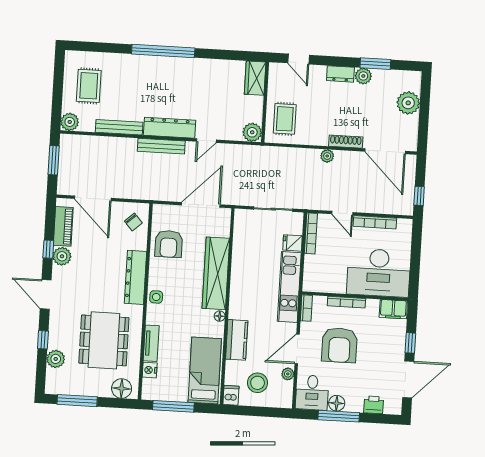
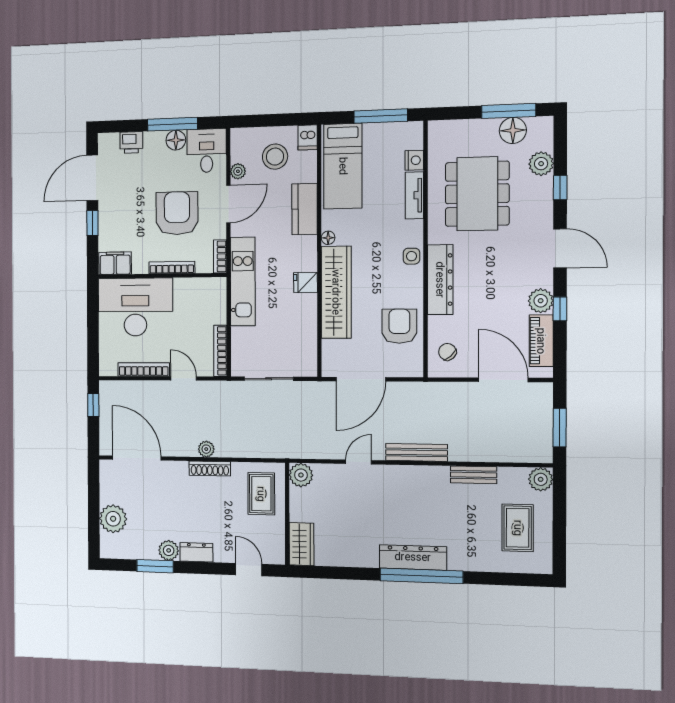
bench: (119, 127) -> (474, 475), width x0.73
dresser: (170, 128) -> (413, 557), moved, turned 180
shoe rack: (346, 142) -> (210, 469), moved
fridge: (293, 243) -> (305, 283), moved, turned 180
floor lamp: (122, 388) -> (513, 130), moved

